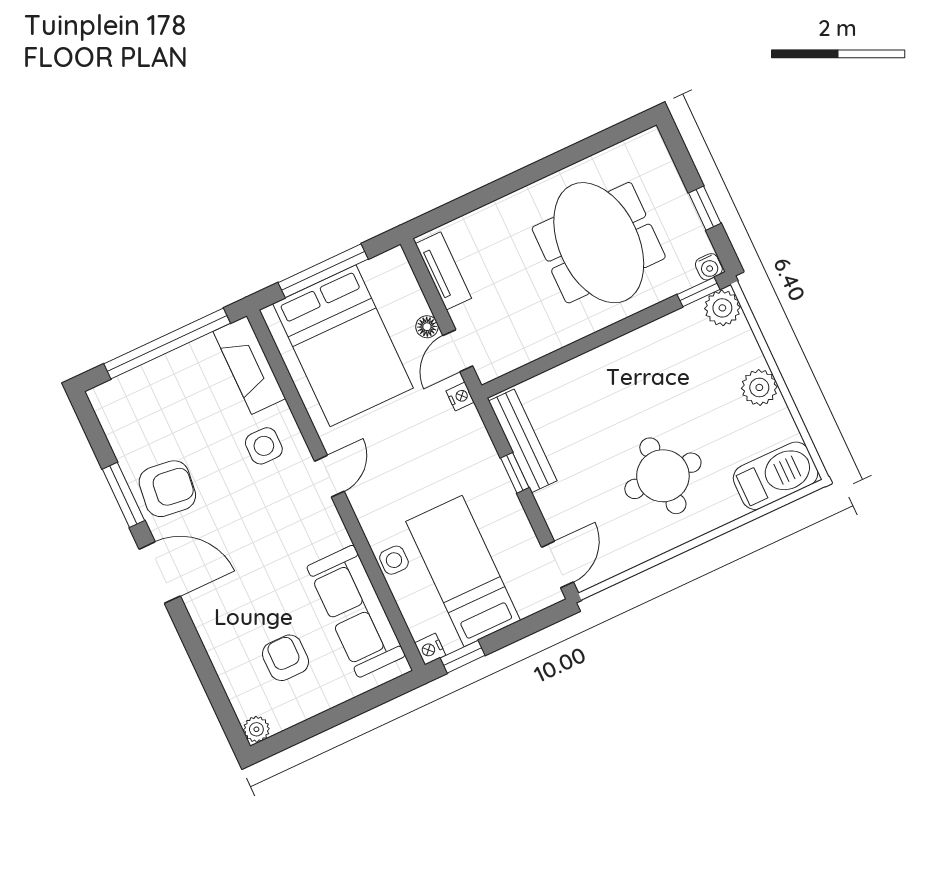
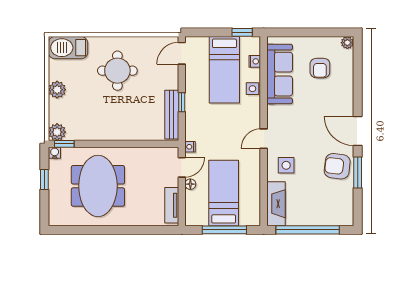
bed: (343, 346) -> (224, 193), width x0.67
nightstand: (430, 649) -> (255, 61), moved

